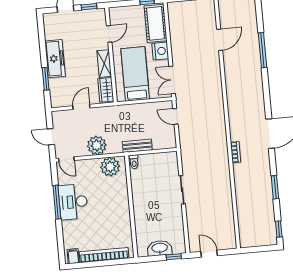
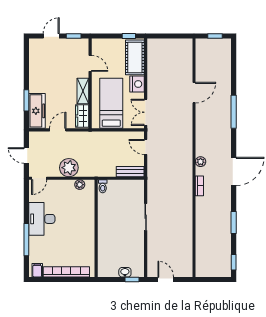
door: (109, 34) -> (90, 63), hinge flipped
door: (220, 40) -> (194, 93), moved
window: (262, 50) -> (234, 112), moved
freezer: (55, 59) -> (37, 111), moved
plant: (234, 127) -> (201, 162), added
bench: (137, 146) -> (130, 172), moved
door: (66, 159) -> (39, 178), hinge flipped
plant: (110, 167) -> (80, 185), width x0.53, depth x0.53
window: (57, 202) -> (26, 240), moved
washbasin: (160, 248) -> (125, 272), width x0.52, depth x0.69

